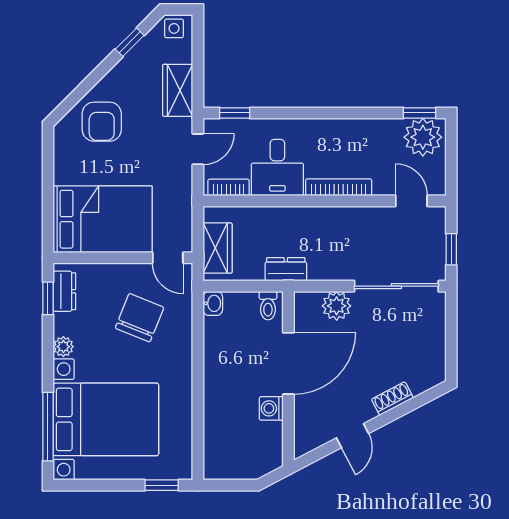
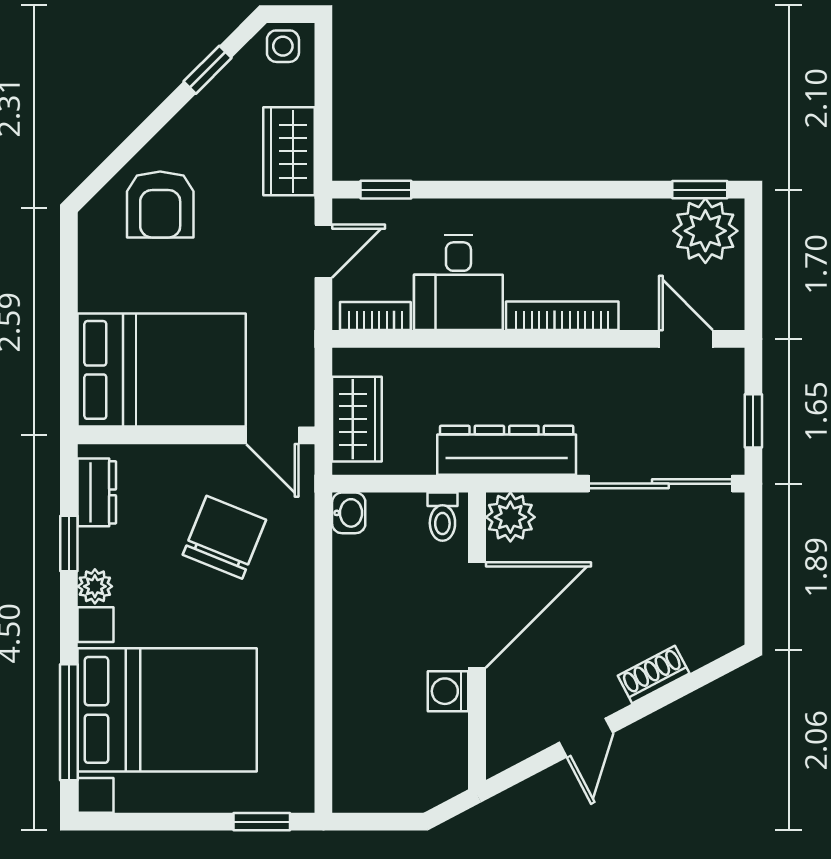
dresser: (286, 269) -> (507, 450), width x1.96, depth x1.24
window: (48, 298) -> (69, 544), moved
plant: (337, 306) -> (510, 517), moved

